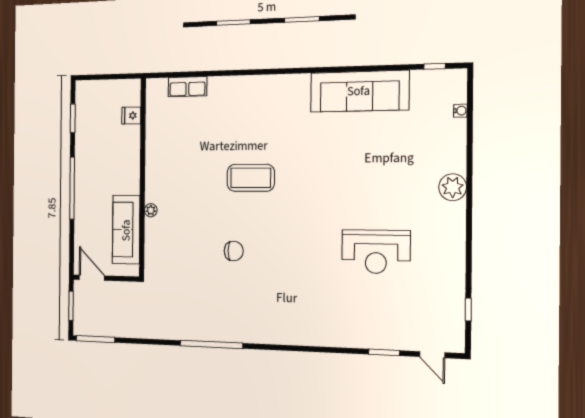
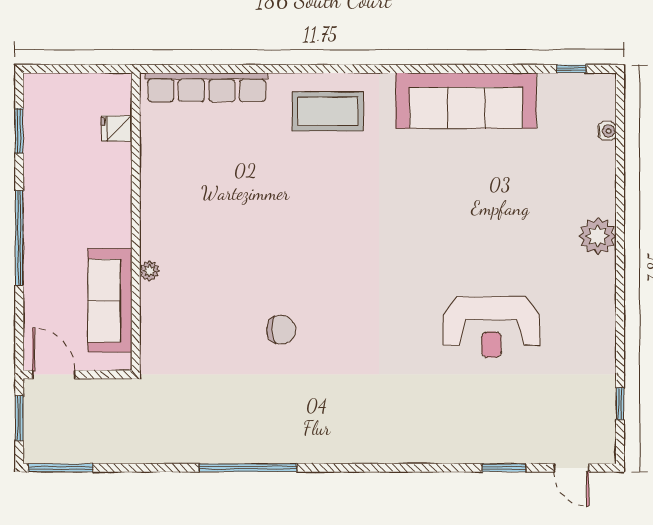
row of seats: (187, 87) -> (207, 87), width x2.02
coffee table: (251, 178) -> (328, 111), moved

